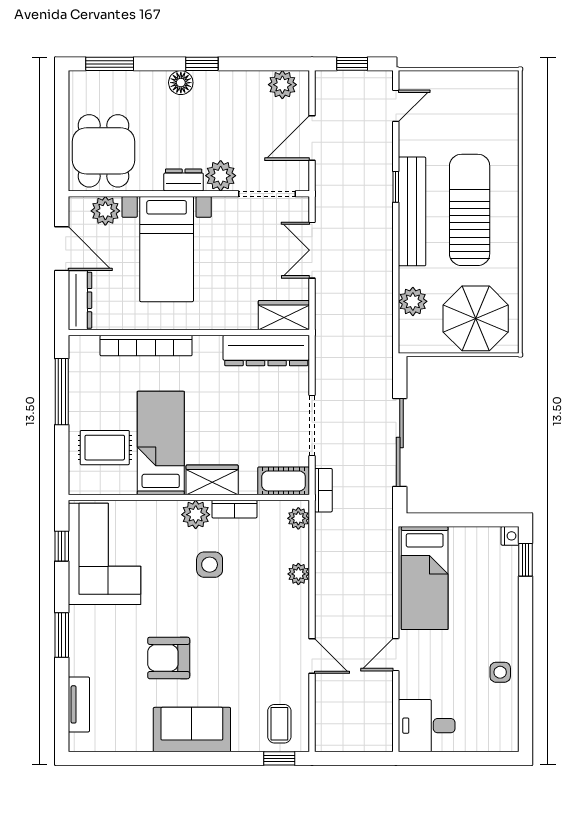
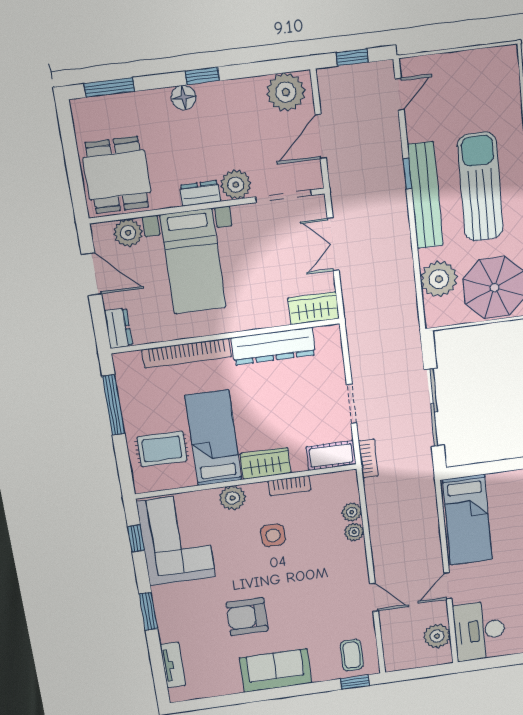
plant: (282, 85) -> (286, 92), width x1.36, depth x1.36
dresser: (80, 300) -> (118, 328), width x0.70
plant: (413, 301) -> (439, 279), width x1.36, depth x1.36
dresser: (266, 350) -> (273, 346), moved
doorway: (312, 426) -> (352, 404), width x0.73
plant: (196, 515) -> (232, 498), moved
plant: (298, 518) -> (352, 512), moved
plant: (378, 715) -> (437, 636), added
desk: (427, 726) -> (479, 631), width x1.37

